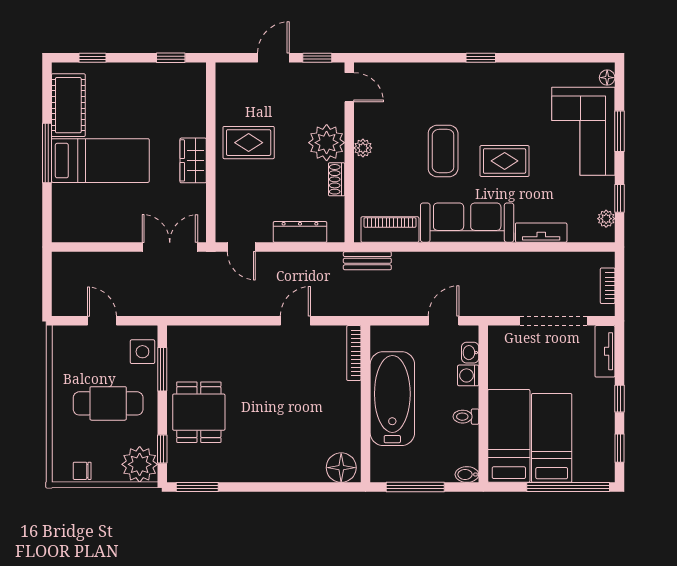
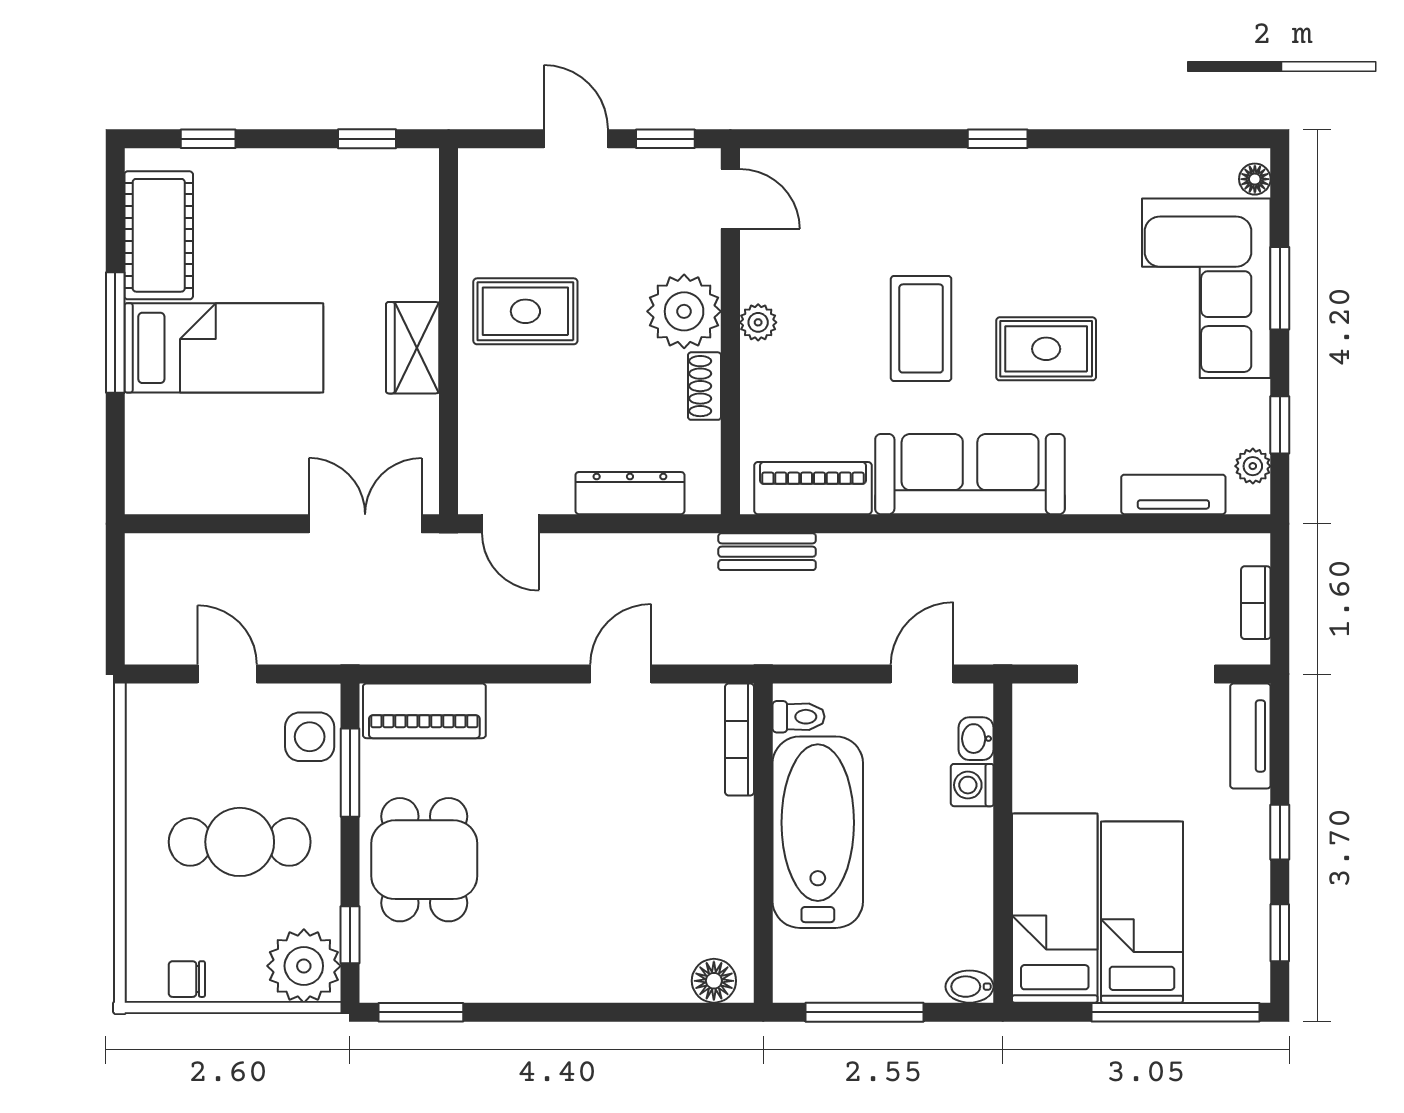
door: (273, 58) -> (576, 139), hinge flipped
tv unit: (541, 233) -> (1173, 494), moved
piano: (199, 339) -> (424, 711), added
toilet: (466, 417) -> (799, 717), moved, turned 180
floor lamp: (341, 468) -> (714, 981), width x0.73, depth x0.73

